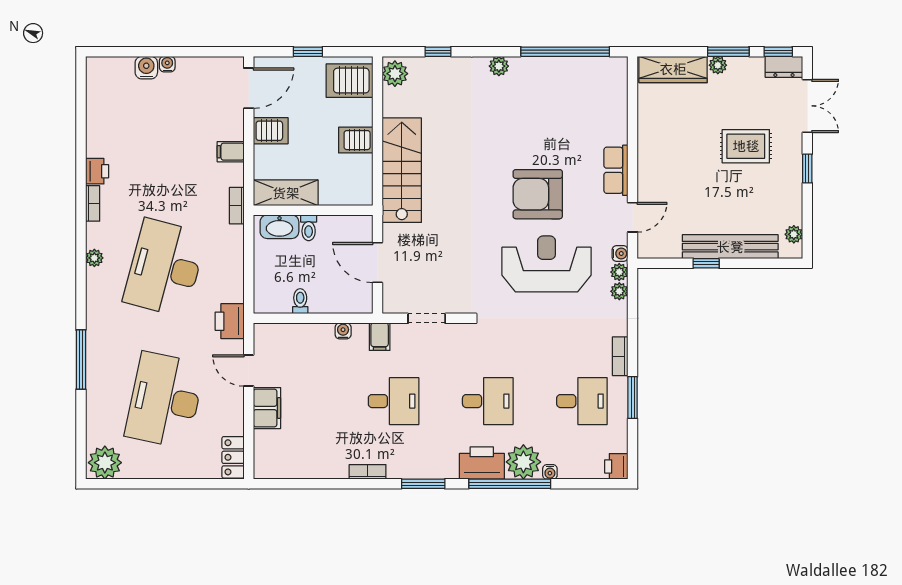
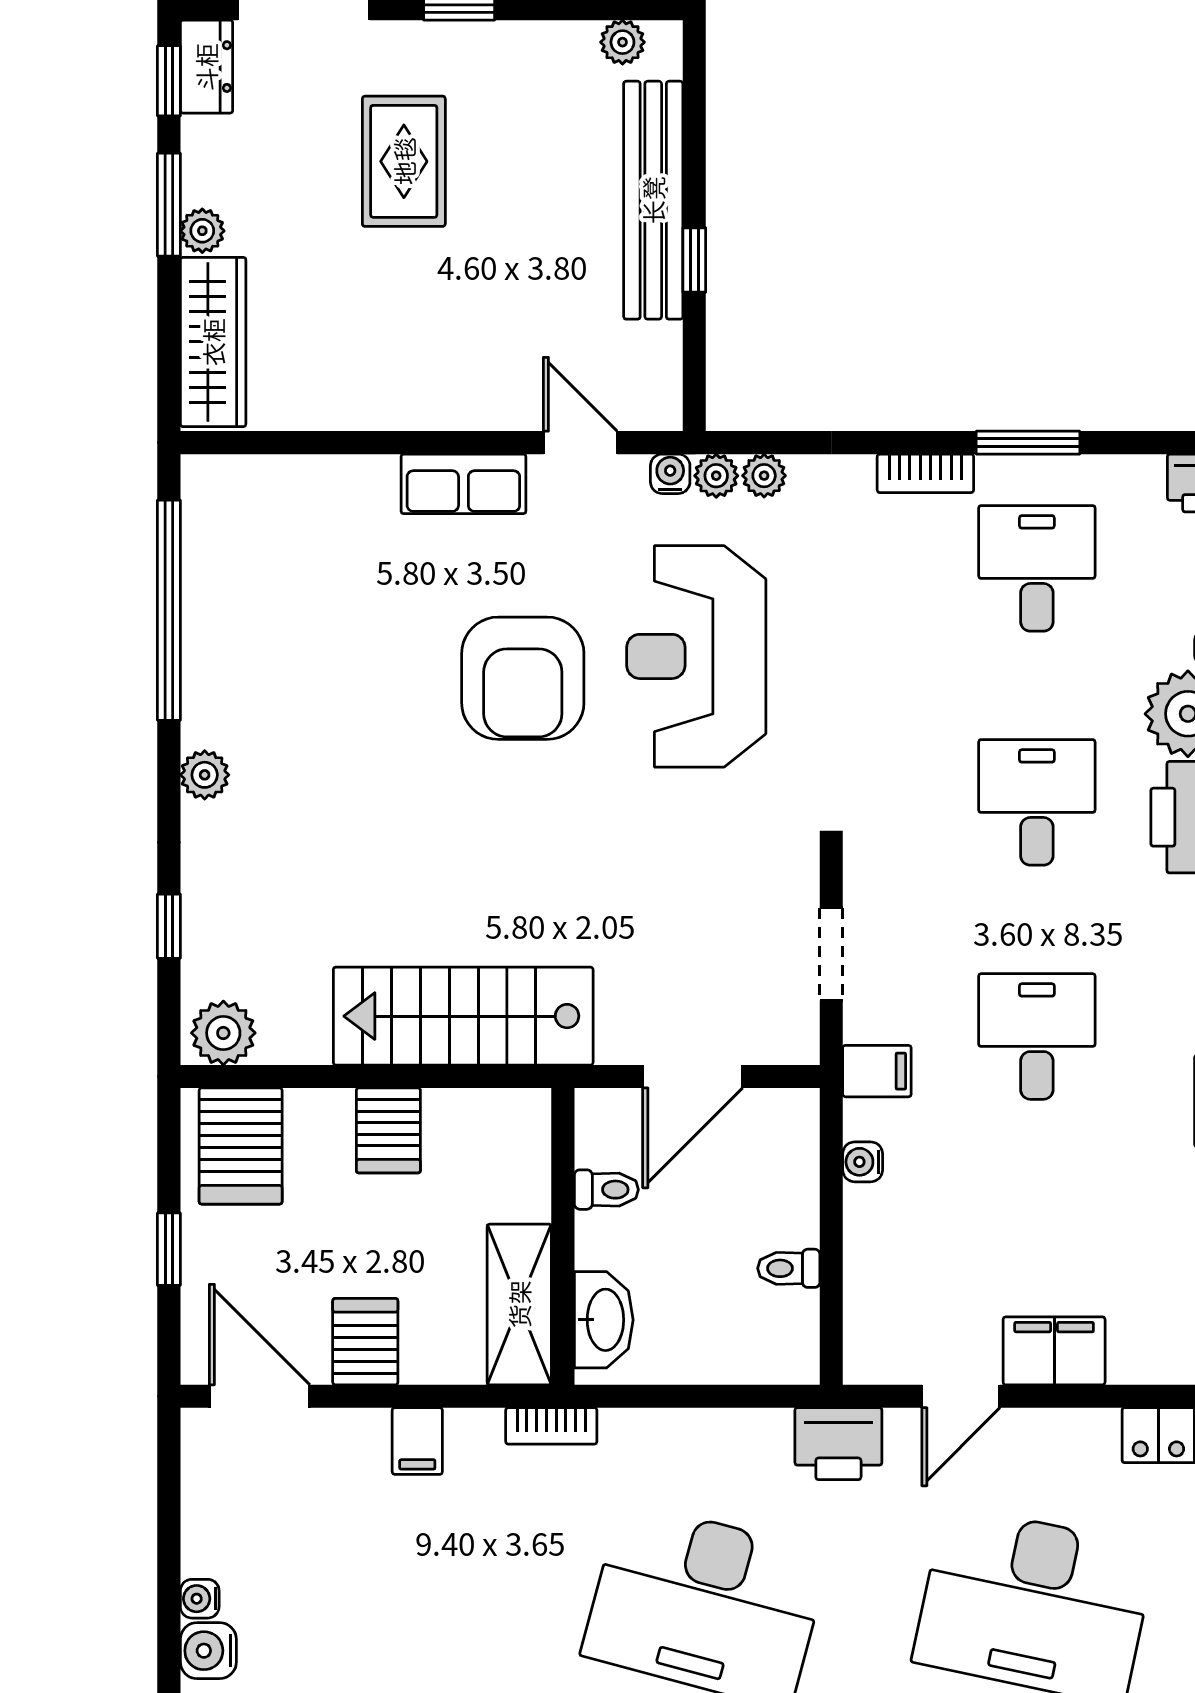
toilet: (309, 228) -> (606, 1190), moved

